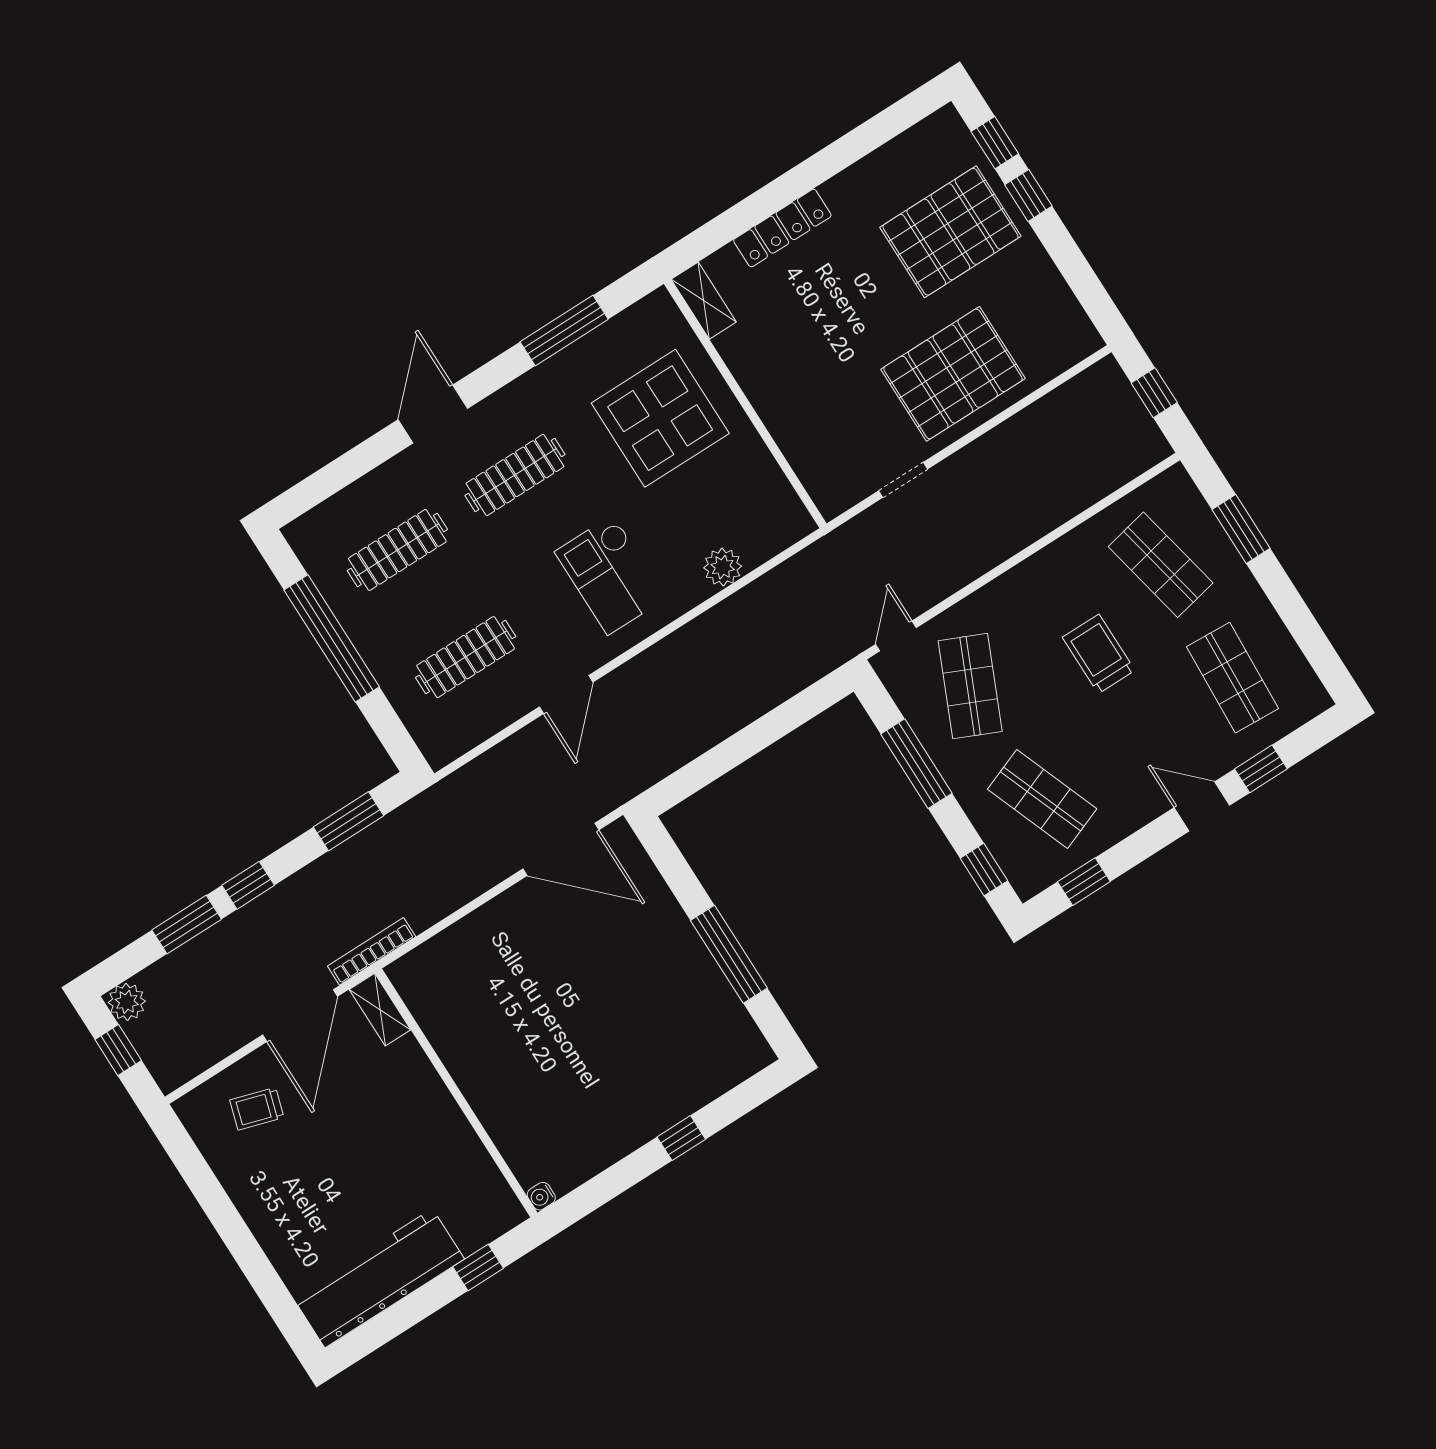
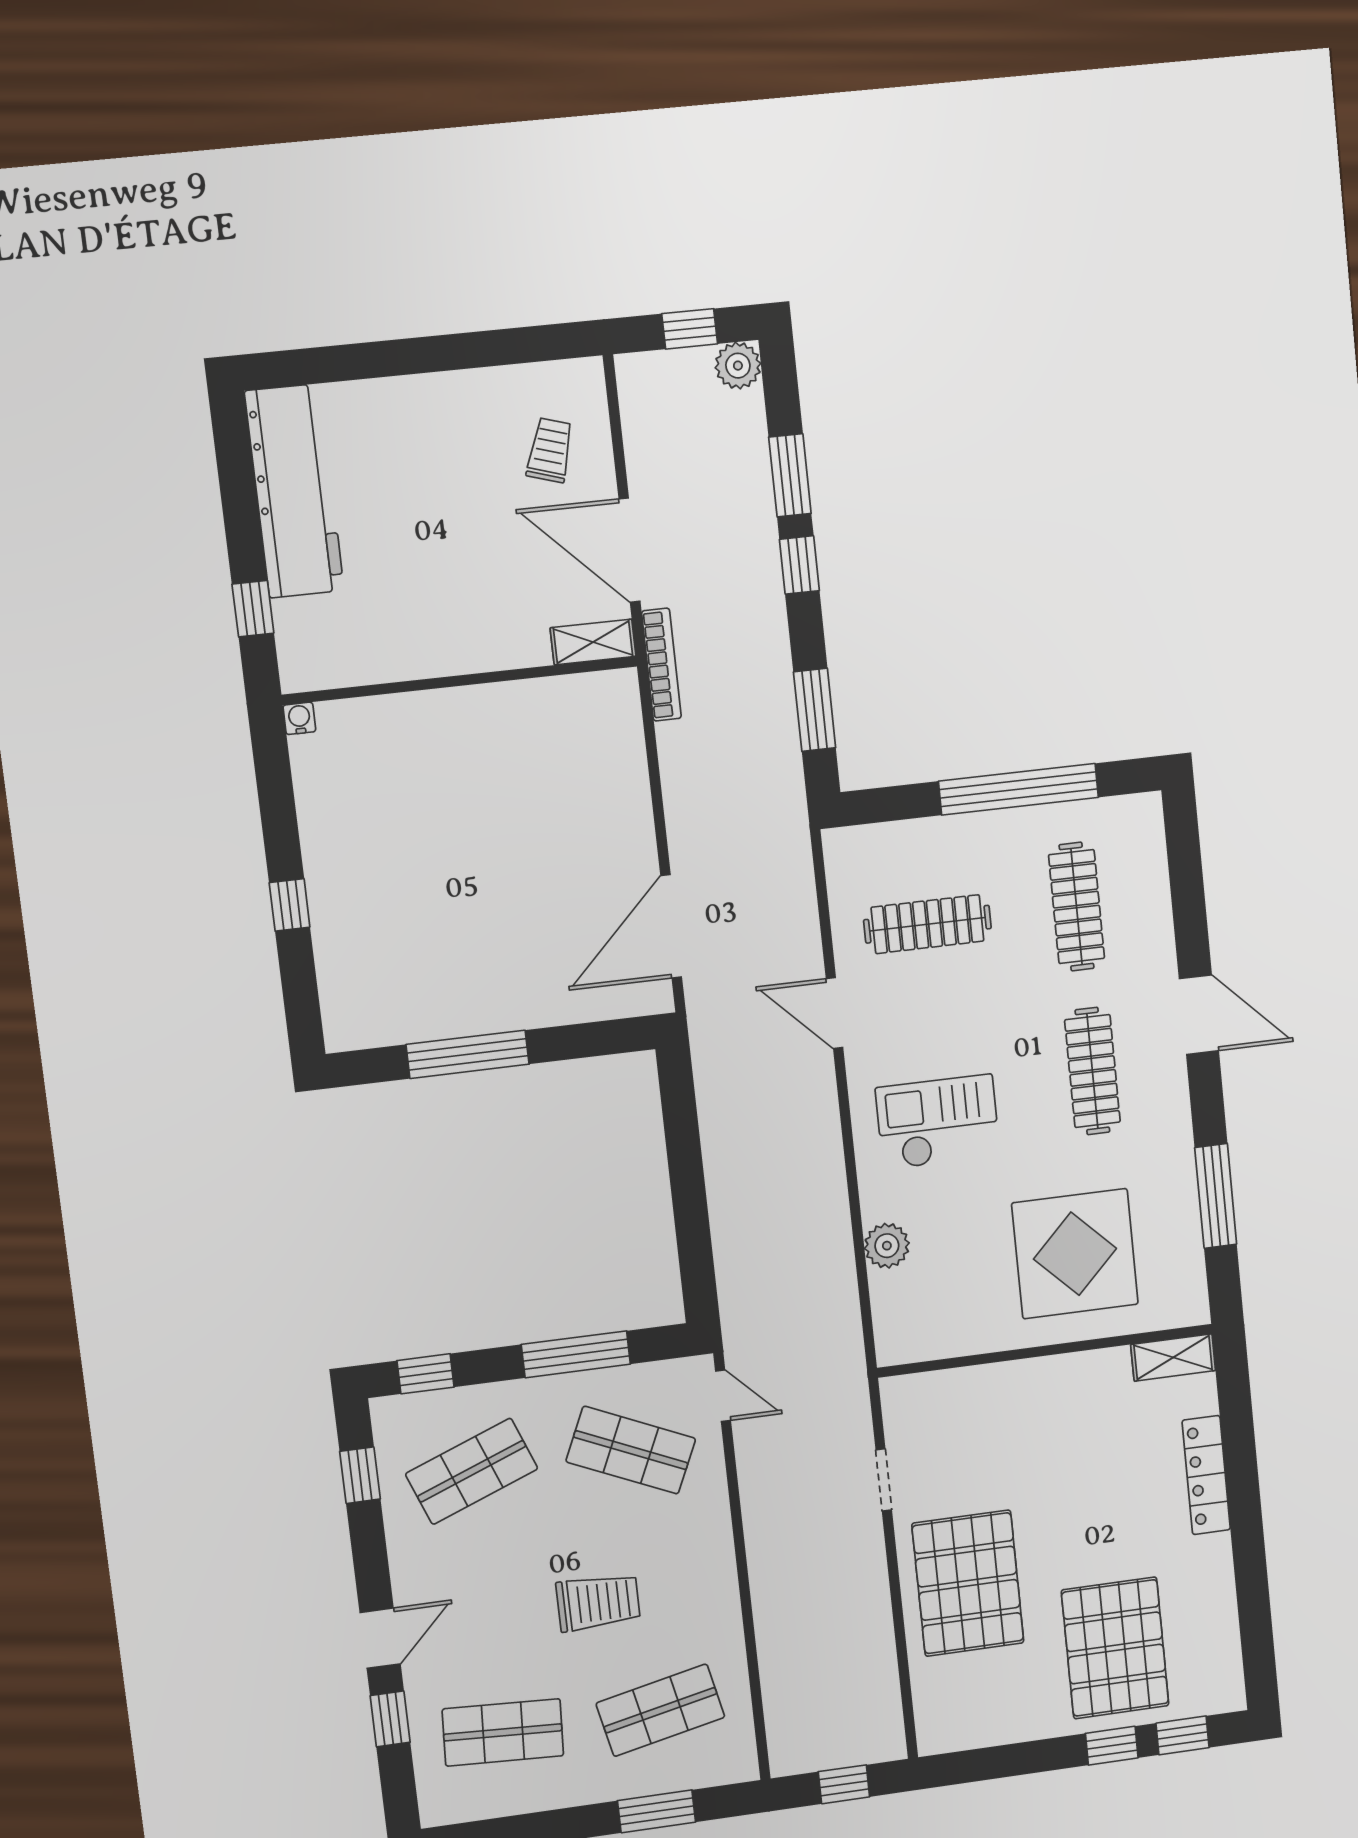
clothes rail: (466, 657) -> (928, 924), turned 90

